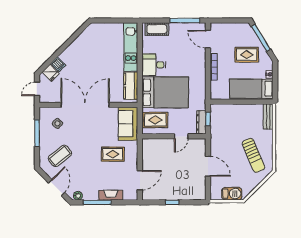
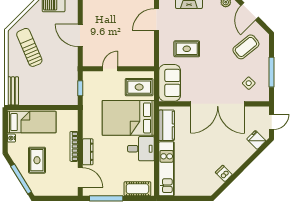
rug: (247, 55) -> (37, 160), turned 90
dishwasher: (58, 64) -> (224, 173), moved
dresser: (201, 122) -> (88, 152), moved

